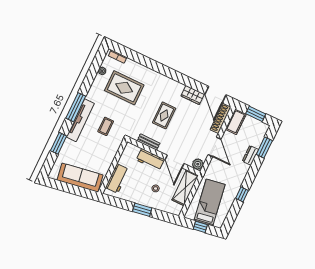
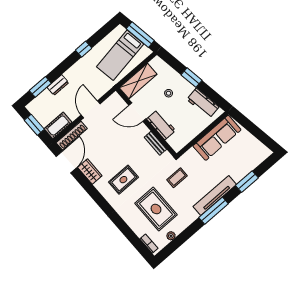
rug: (164, 115) -> (123, 180), moved
coffee table: (106, 126) -> (177, 178), moved
door: (175, 162) -> (137, 112), swing flipped
plant: (198, 164) -> (115, 99), removed
sofa: (80, 178) -> (217, 138), moved, turned -81
workbench: (117, 179) -> (203, 103), moved, turned -99
window: (200, 227) -> (140, 35), width x2.17

